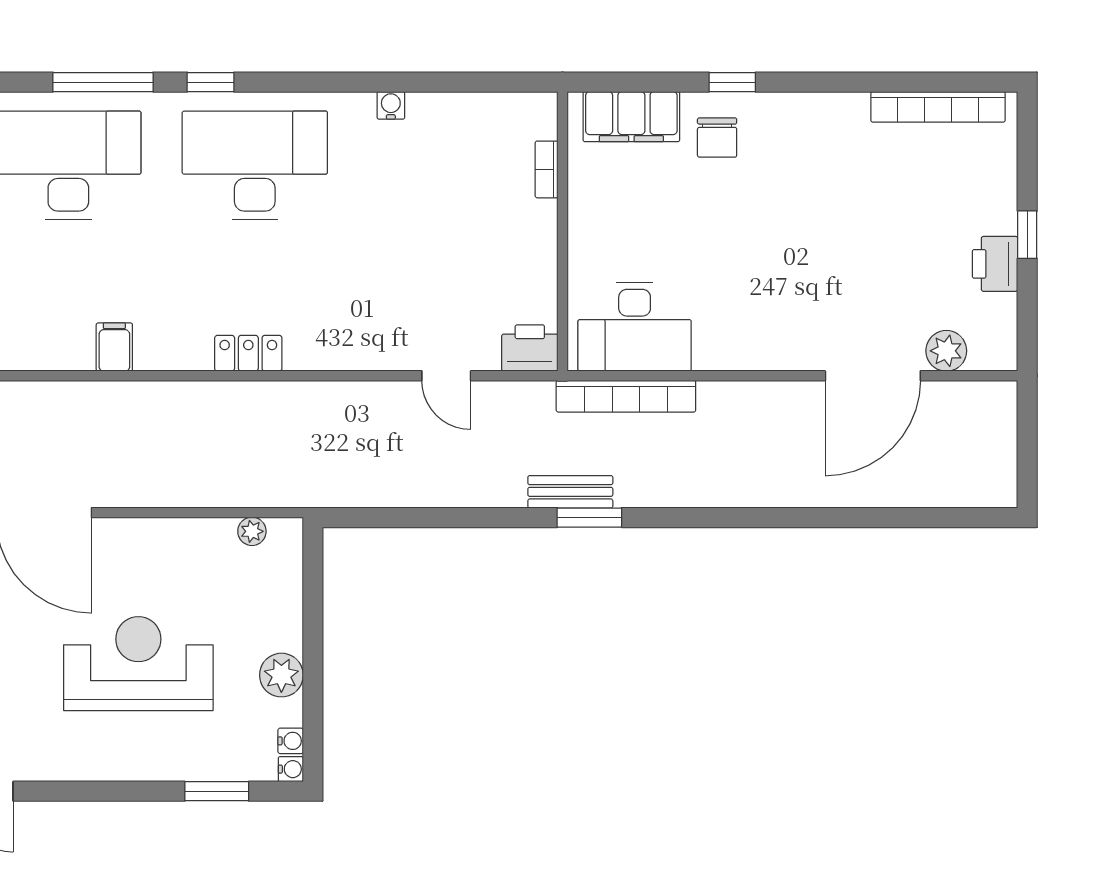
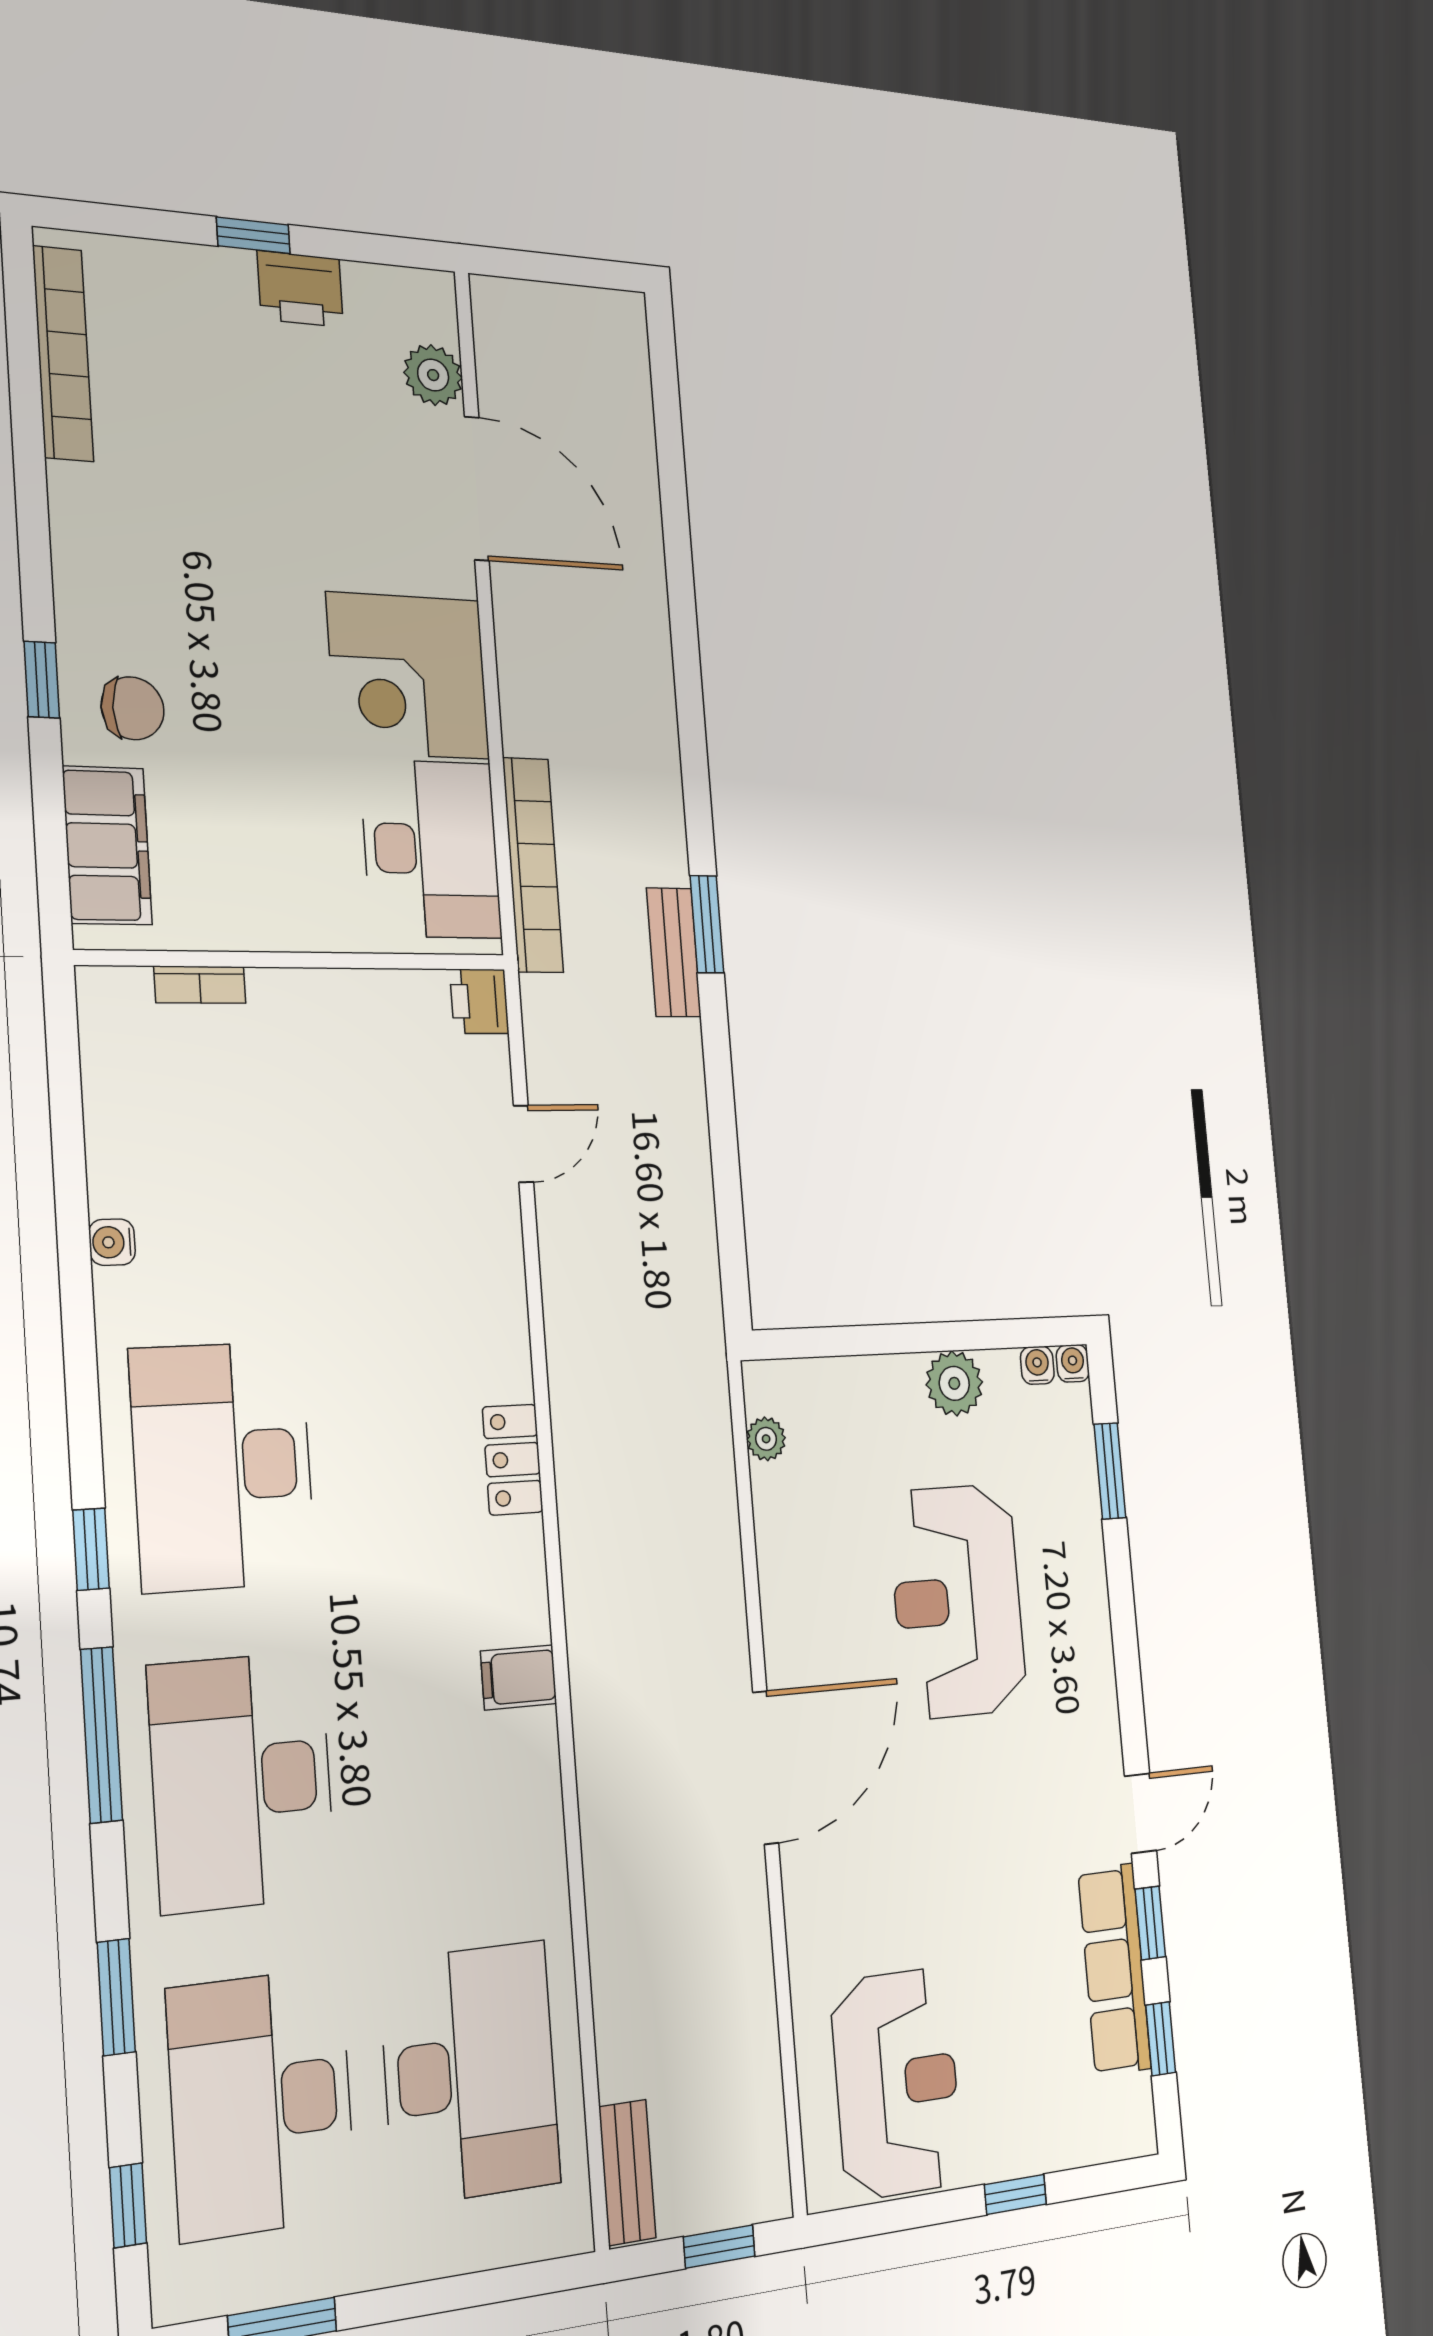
corner desk: (746, 319) -> (408, 676), added
printer: (530, 348) -> (479, 1001), width x0.73, depth x0.81

